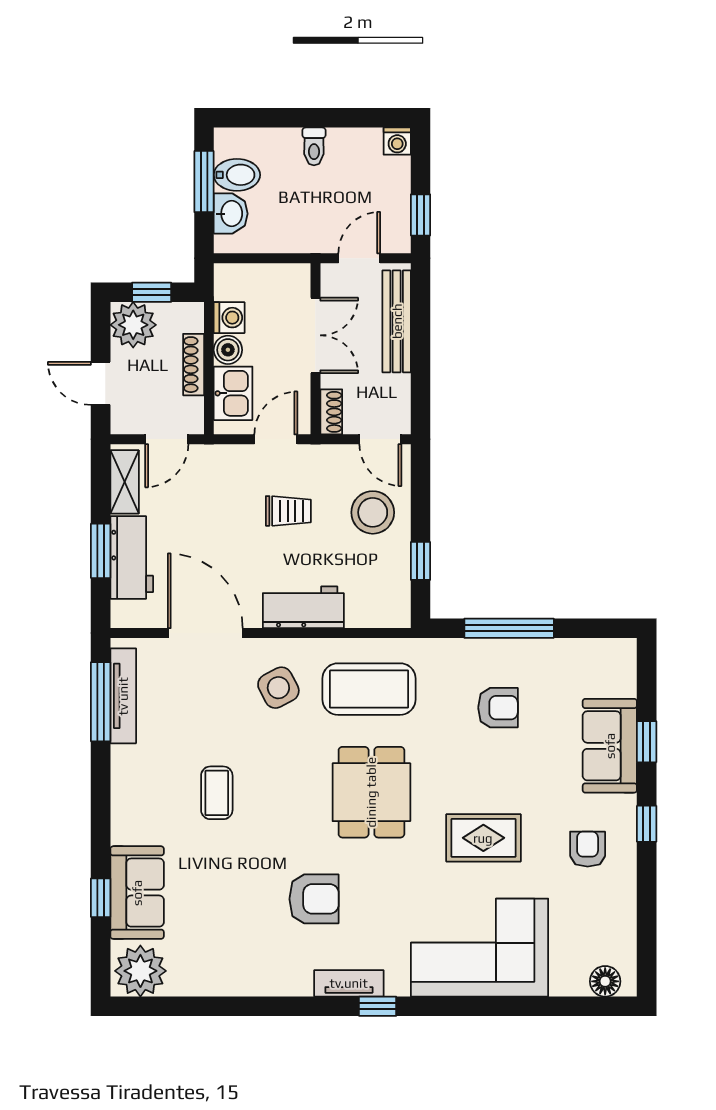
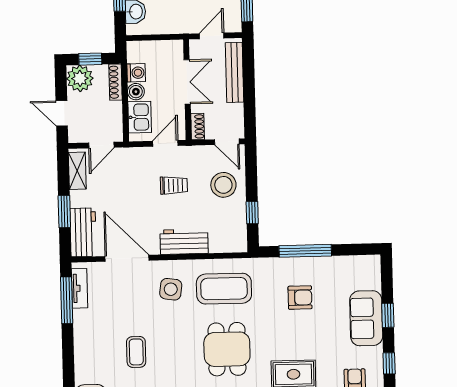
shoe rack: (194, 365) -> (115, 82), moved
workbench: (132, 557) -> (83, 232), moved
side table: (278, 688) -> (171, 289), turned 36
tv unit: (123, 696) -> (80, 288), width x0.71

